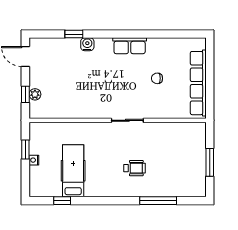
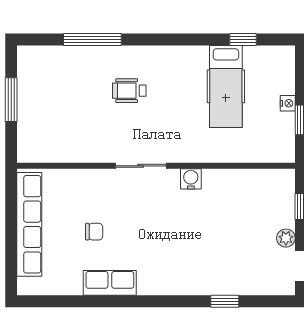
water cooler: (87, 44) -> (191, 179), moved, turned 180
row of seats: (130, 46) -> (110, 283), moved
plant: (35, 94) -> (286, 238), moved

